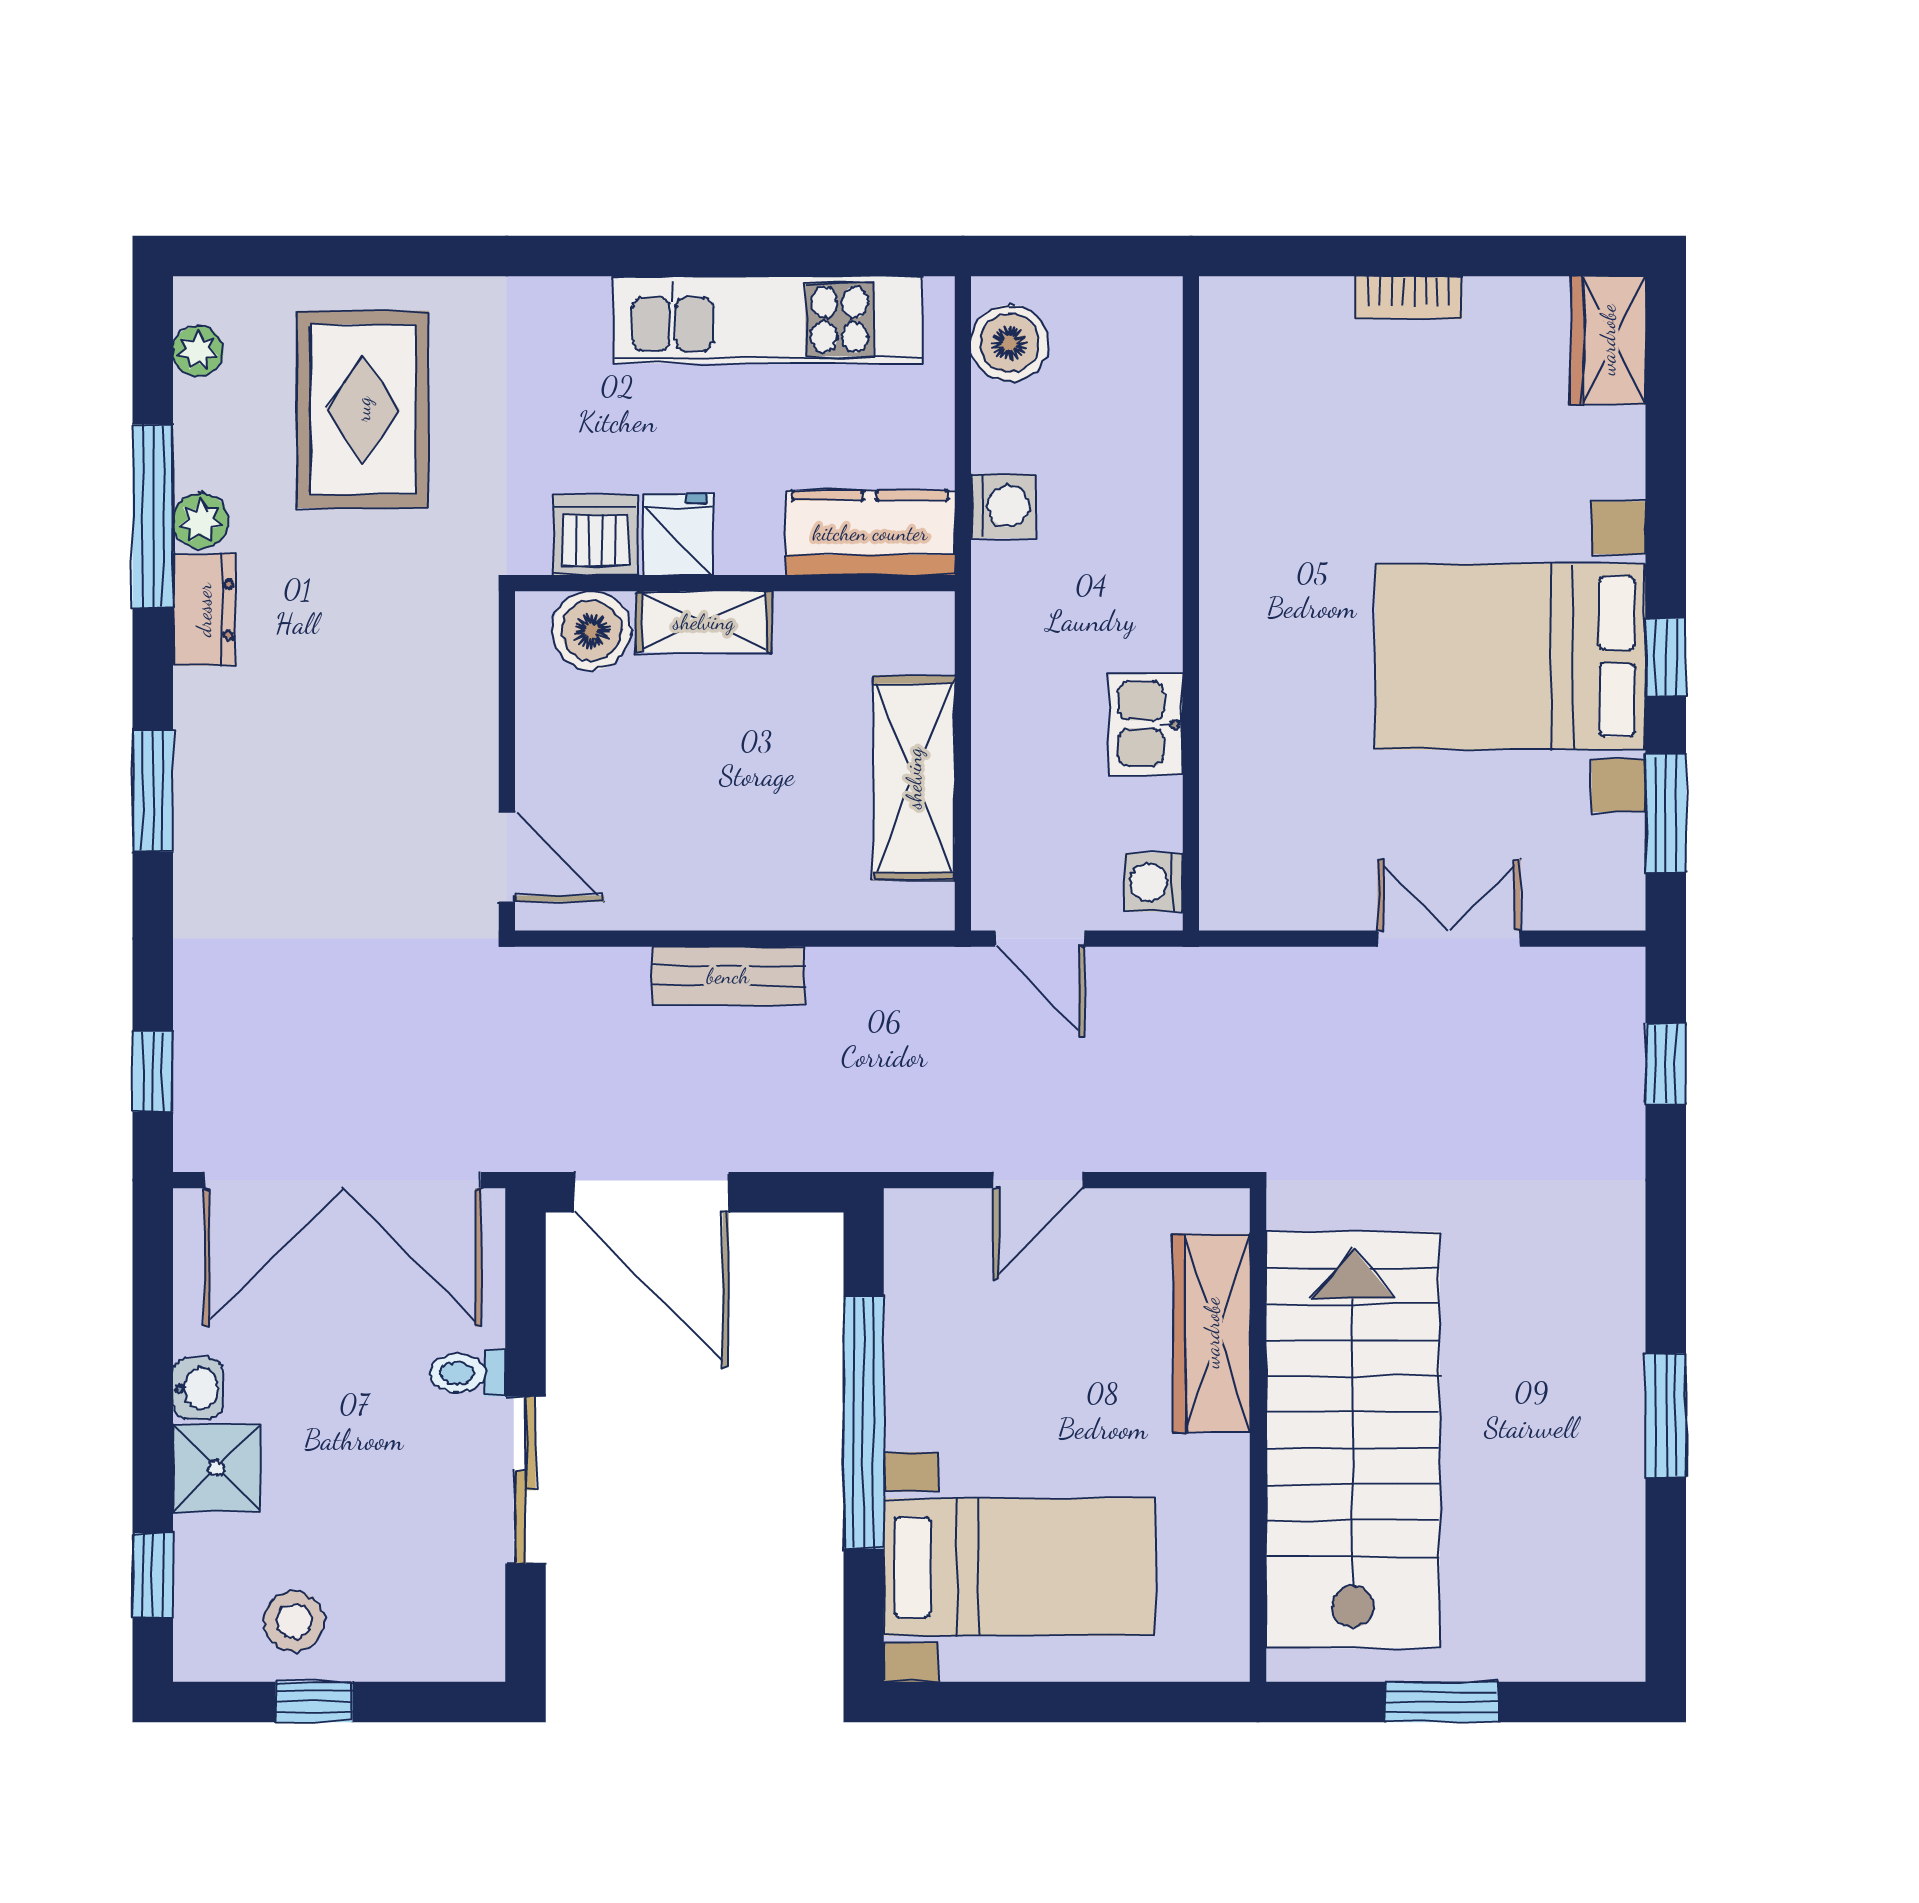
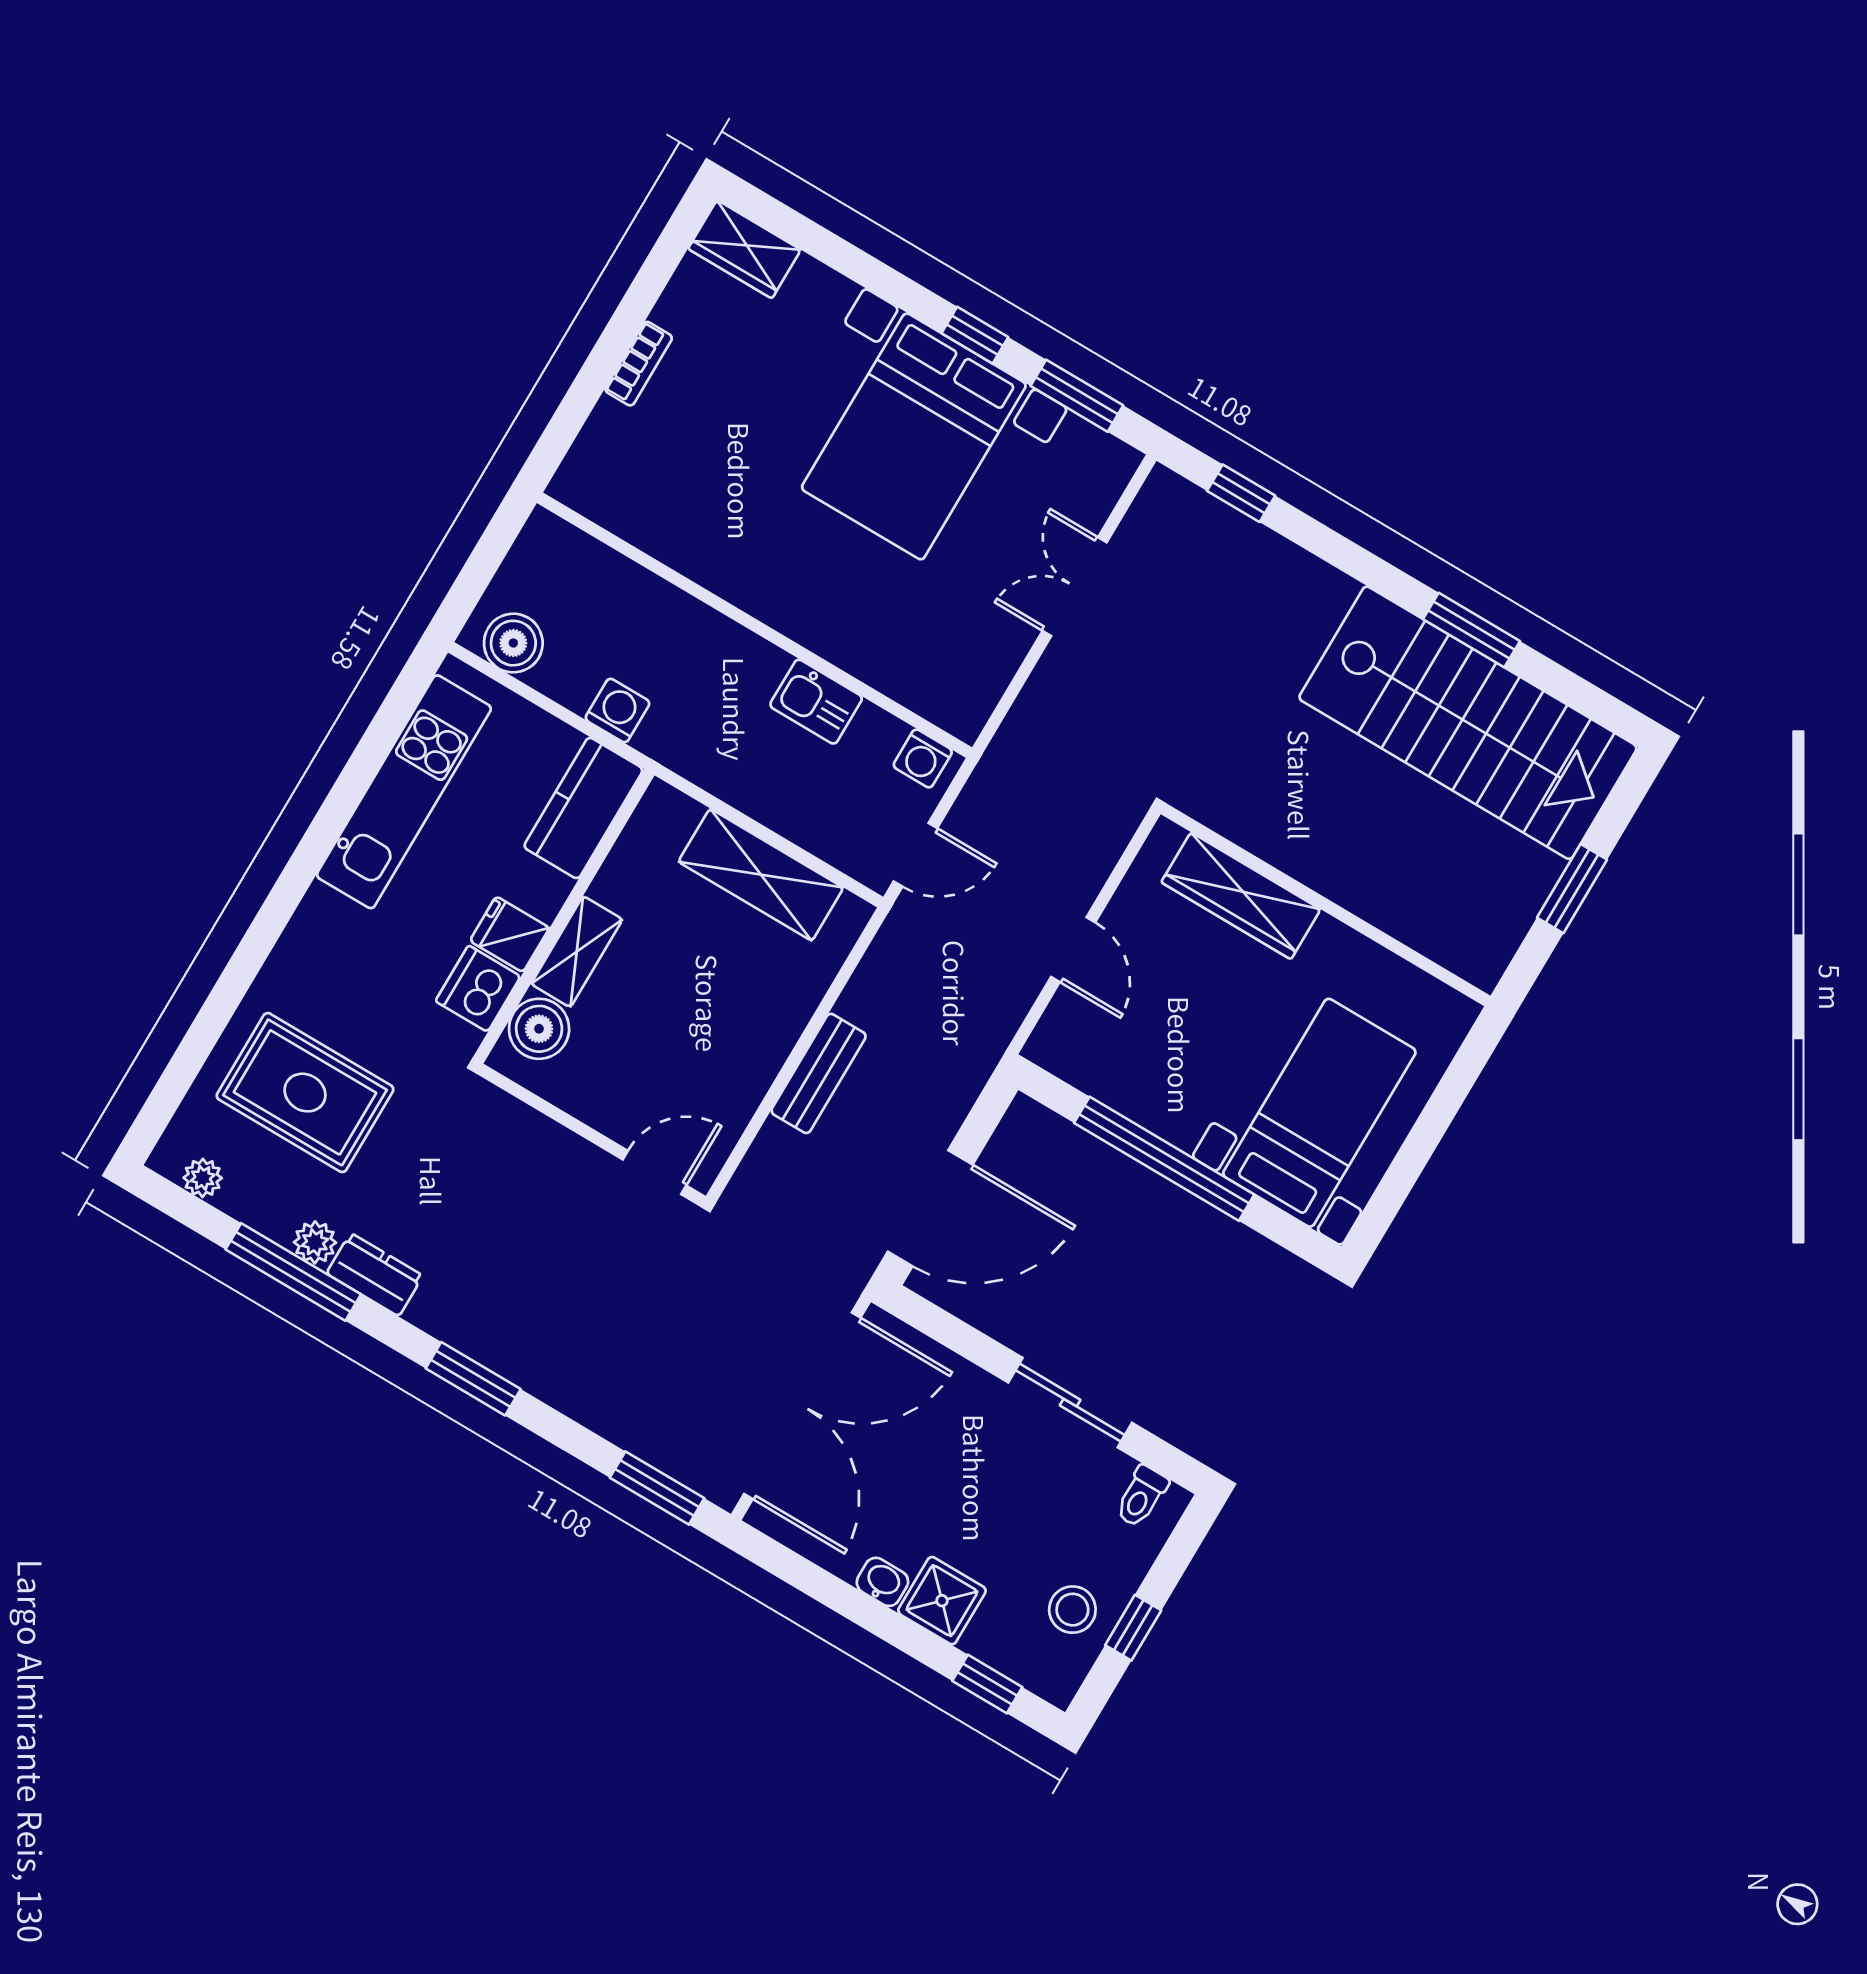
window: (153, 1071) -> (657, 1488), width x1.50
toilet: (467, 1373) -> (1141, 1496), moved
stairs: (1353, 1440) -> (1468, 723), moved, turned 180

